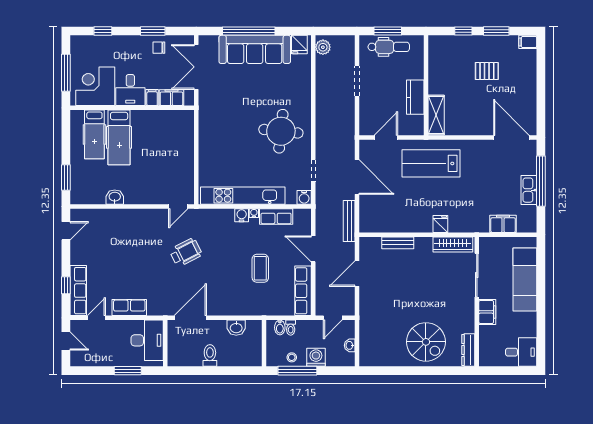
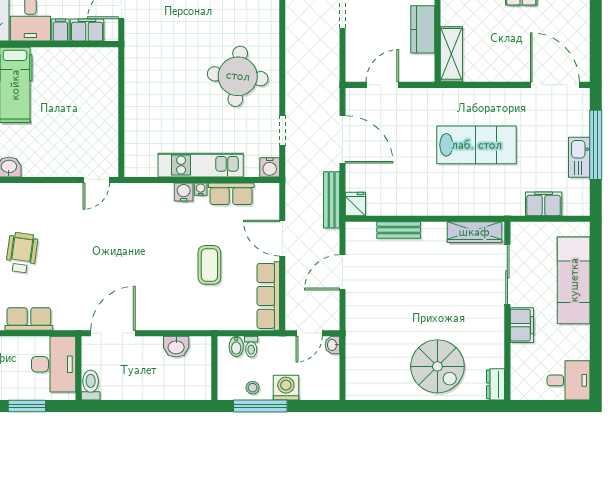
lab bench: (431, 163) -> (477, 145), moved, turned 180
kitchen unit: (243, 196) -> (201, 165), width x0.73
fridge: (440, 224) -> (355, 204), moved
wheelchair: (186, 252) -> (22, 253), moved, turned -55
washbasin: (350, 345) -> (332, 345), moved
dresser: (468, 350) -> (496, 384), width x0.70
toilet: (210, 356) -> (91, 385), moved

